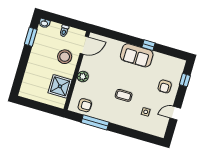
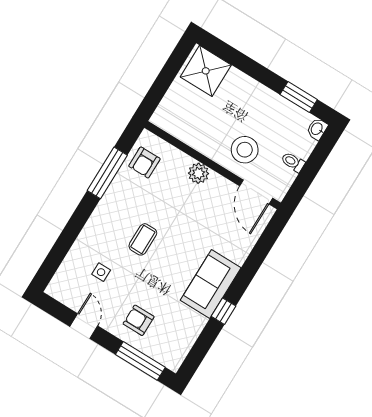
window: (185, 80) -> (140, 361), width x2.17
shower: (60, 86) -> (206, 71), moved

